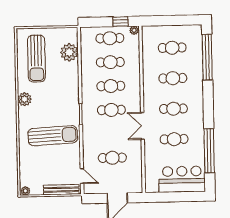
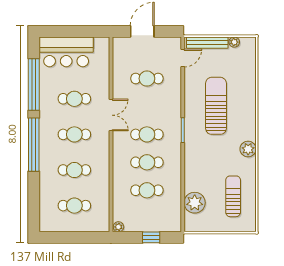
window: (120, 22) -> (151, 237), moved
cafe table: (110, 38) -> (147, 218), removed
window: (207, 57) -> (34, 145), moved
sun lounger: (36, 59) -> (233, 196), width x0.73, depth x0.75
sun lounger: (53, 136) -> (216, 106), turned 93
door: (82, 176) -> (183, 58), swing flipped
plant: (25, 191) -> (234, 42), moved

